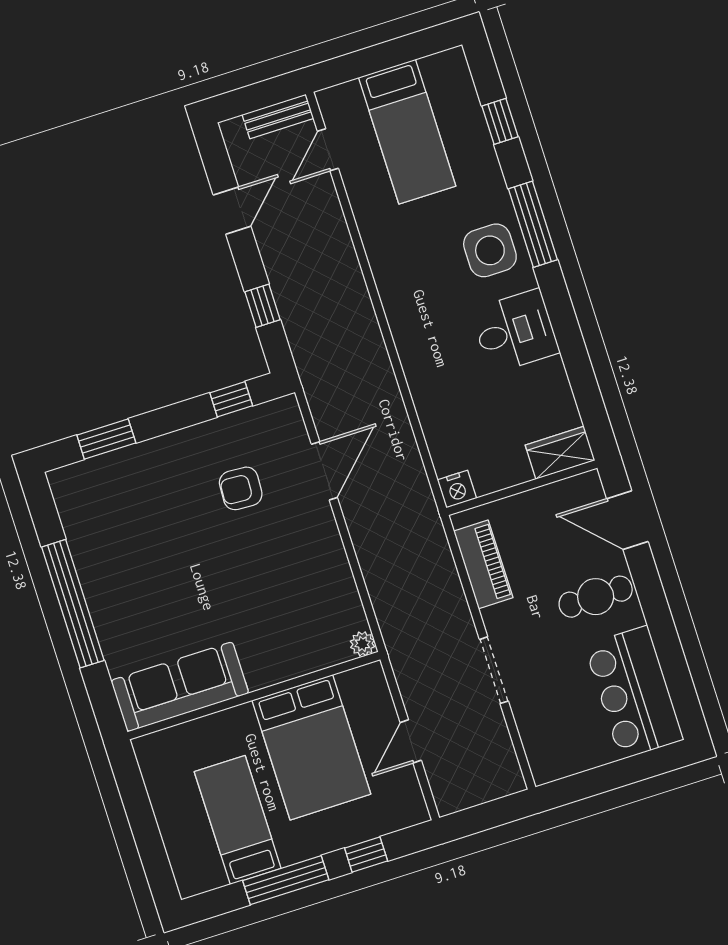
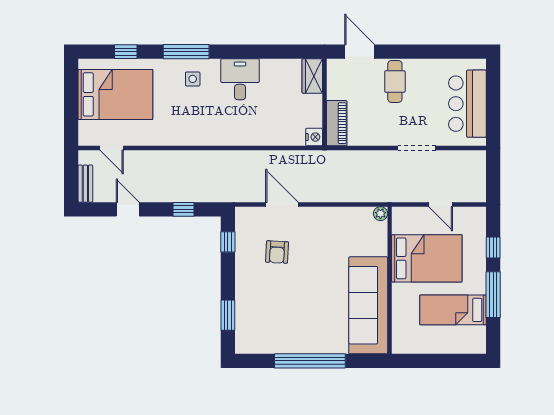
bench: (278, 116) -> (85, 184), moved
bed: (407, 132) -> (115, 94), width x1.50
side table: (490, 250) -> (193, 79), width x0.54, depth x0.54
door: (627, 520) -> (360, 52), swing flipped
piano: (483, 564) -> (337, 123), moved, turned 90
sofa: (180, 687) -> (368, 305), width x1.36, depth x1.27
bar counter: (634, 692) -> (467, 104), moved, turned 90

